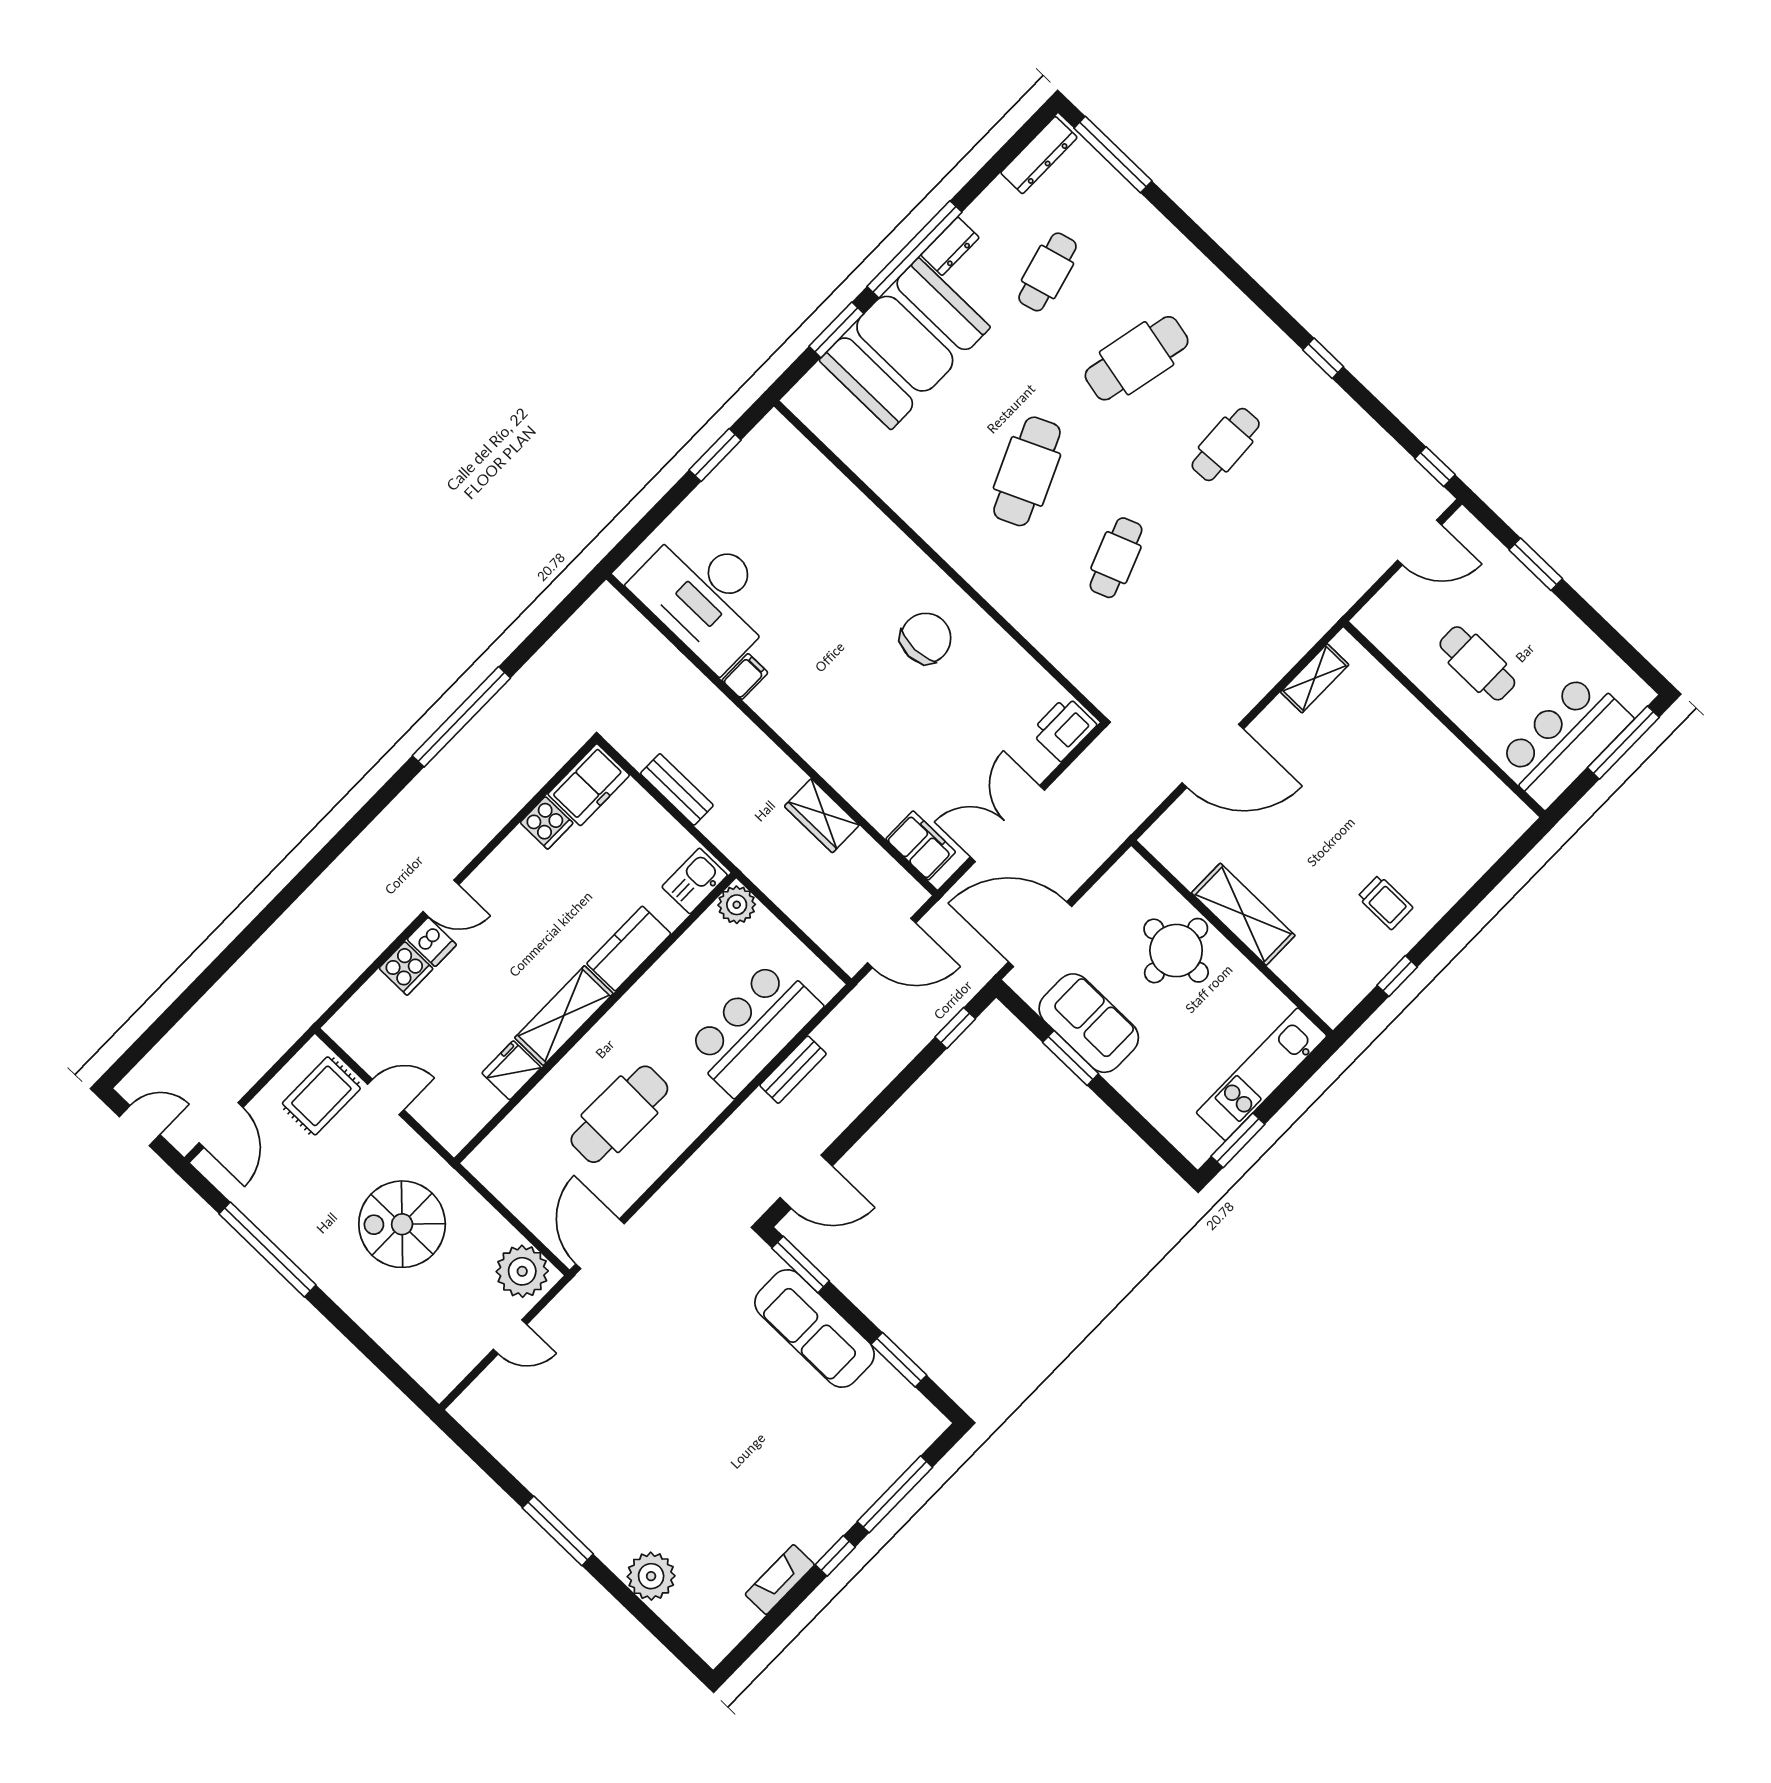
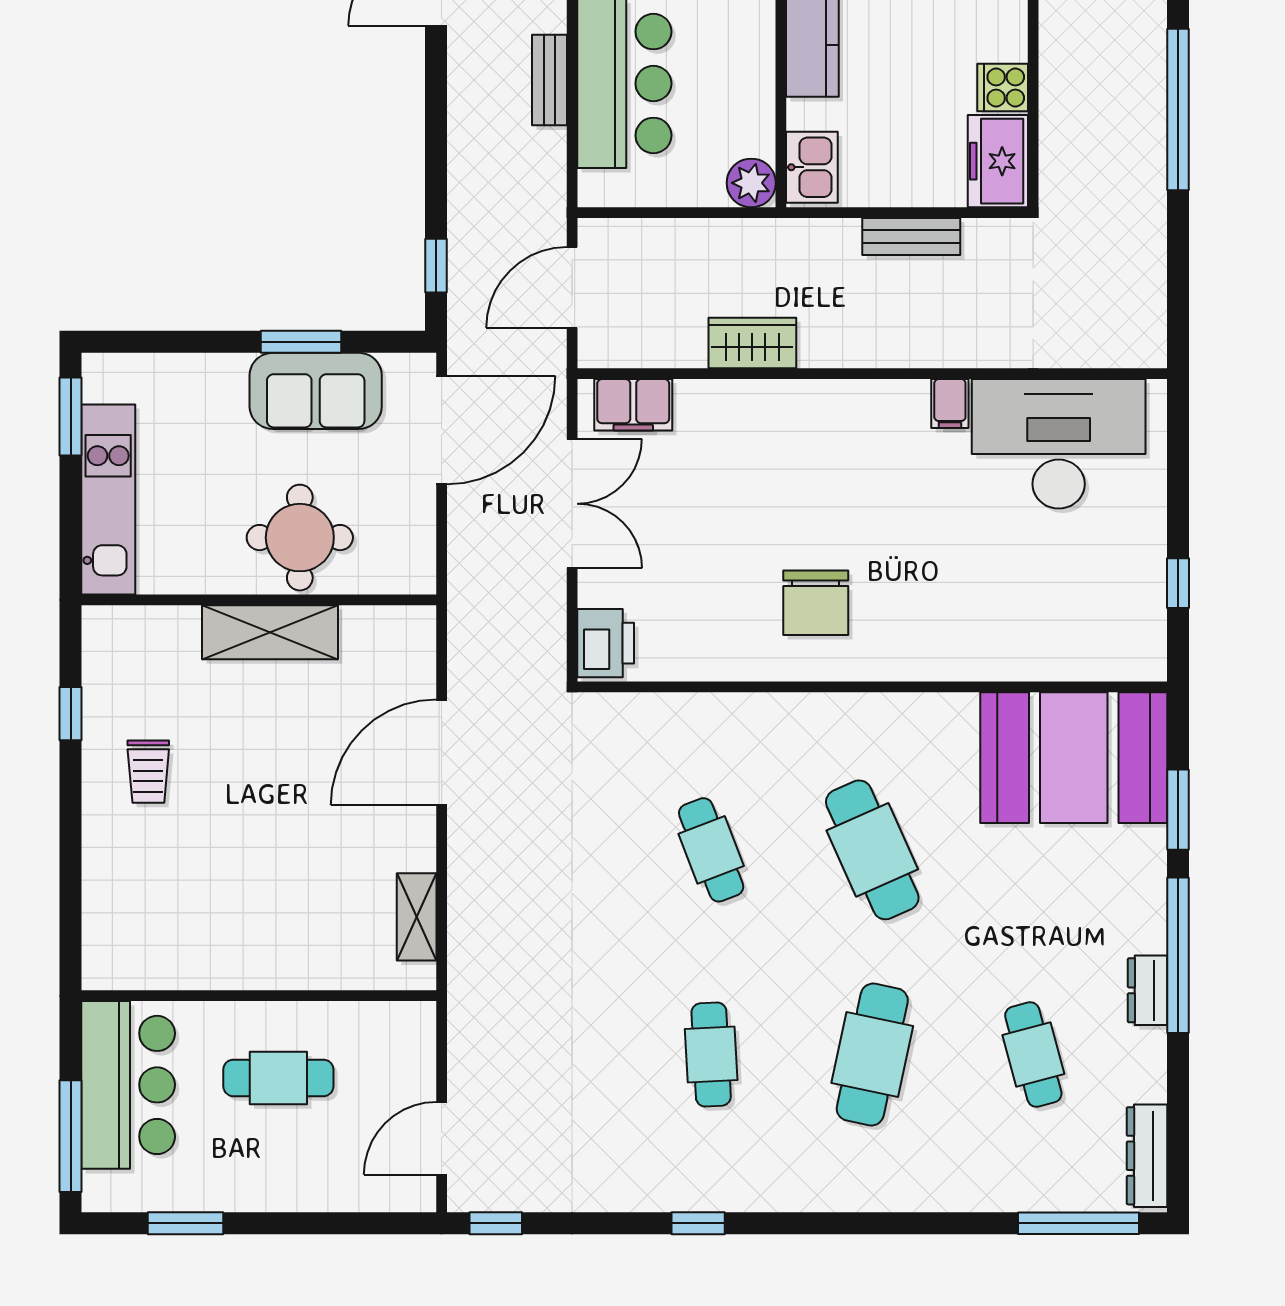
booth: (905, 344) -> (1074, 758), moved, turned 90
window: (715, 455) -> (1178, 583), width x0.67
window: (1536, 564) -> (186, 1223), moved
trolley: (1385, 902) -> (148, 772), turned -90

